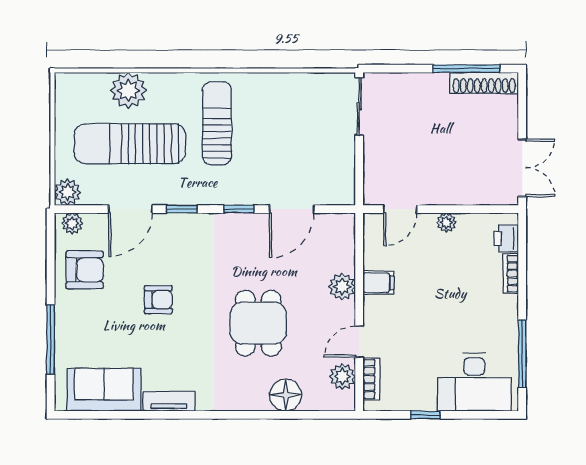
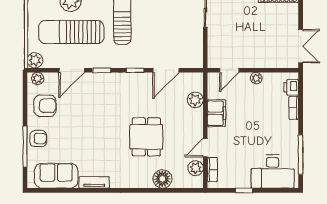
filing cabinet: (378, 283) -> (217, 113), width x2.00
plant: (342, 287) -> (195, 100), moved
armchair: (158, 300) -> (38, 138), moved

